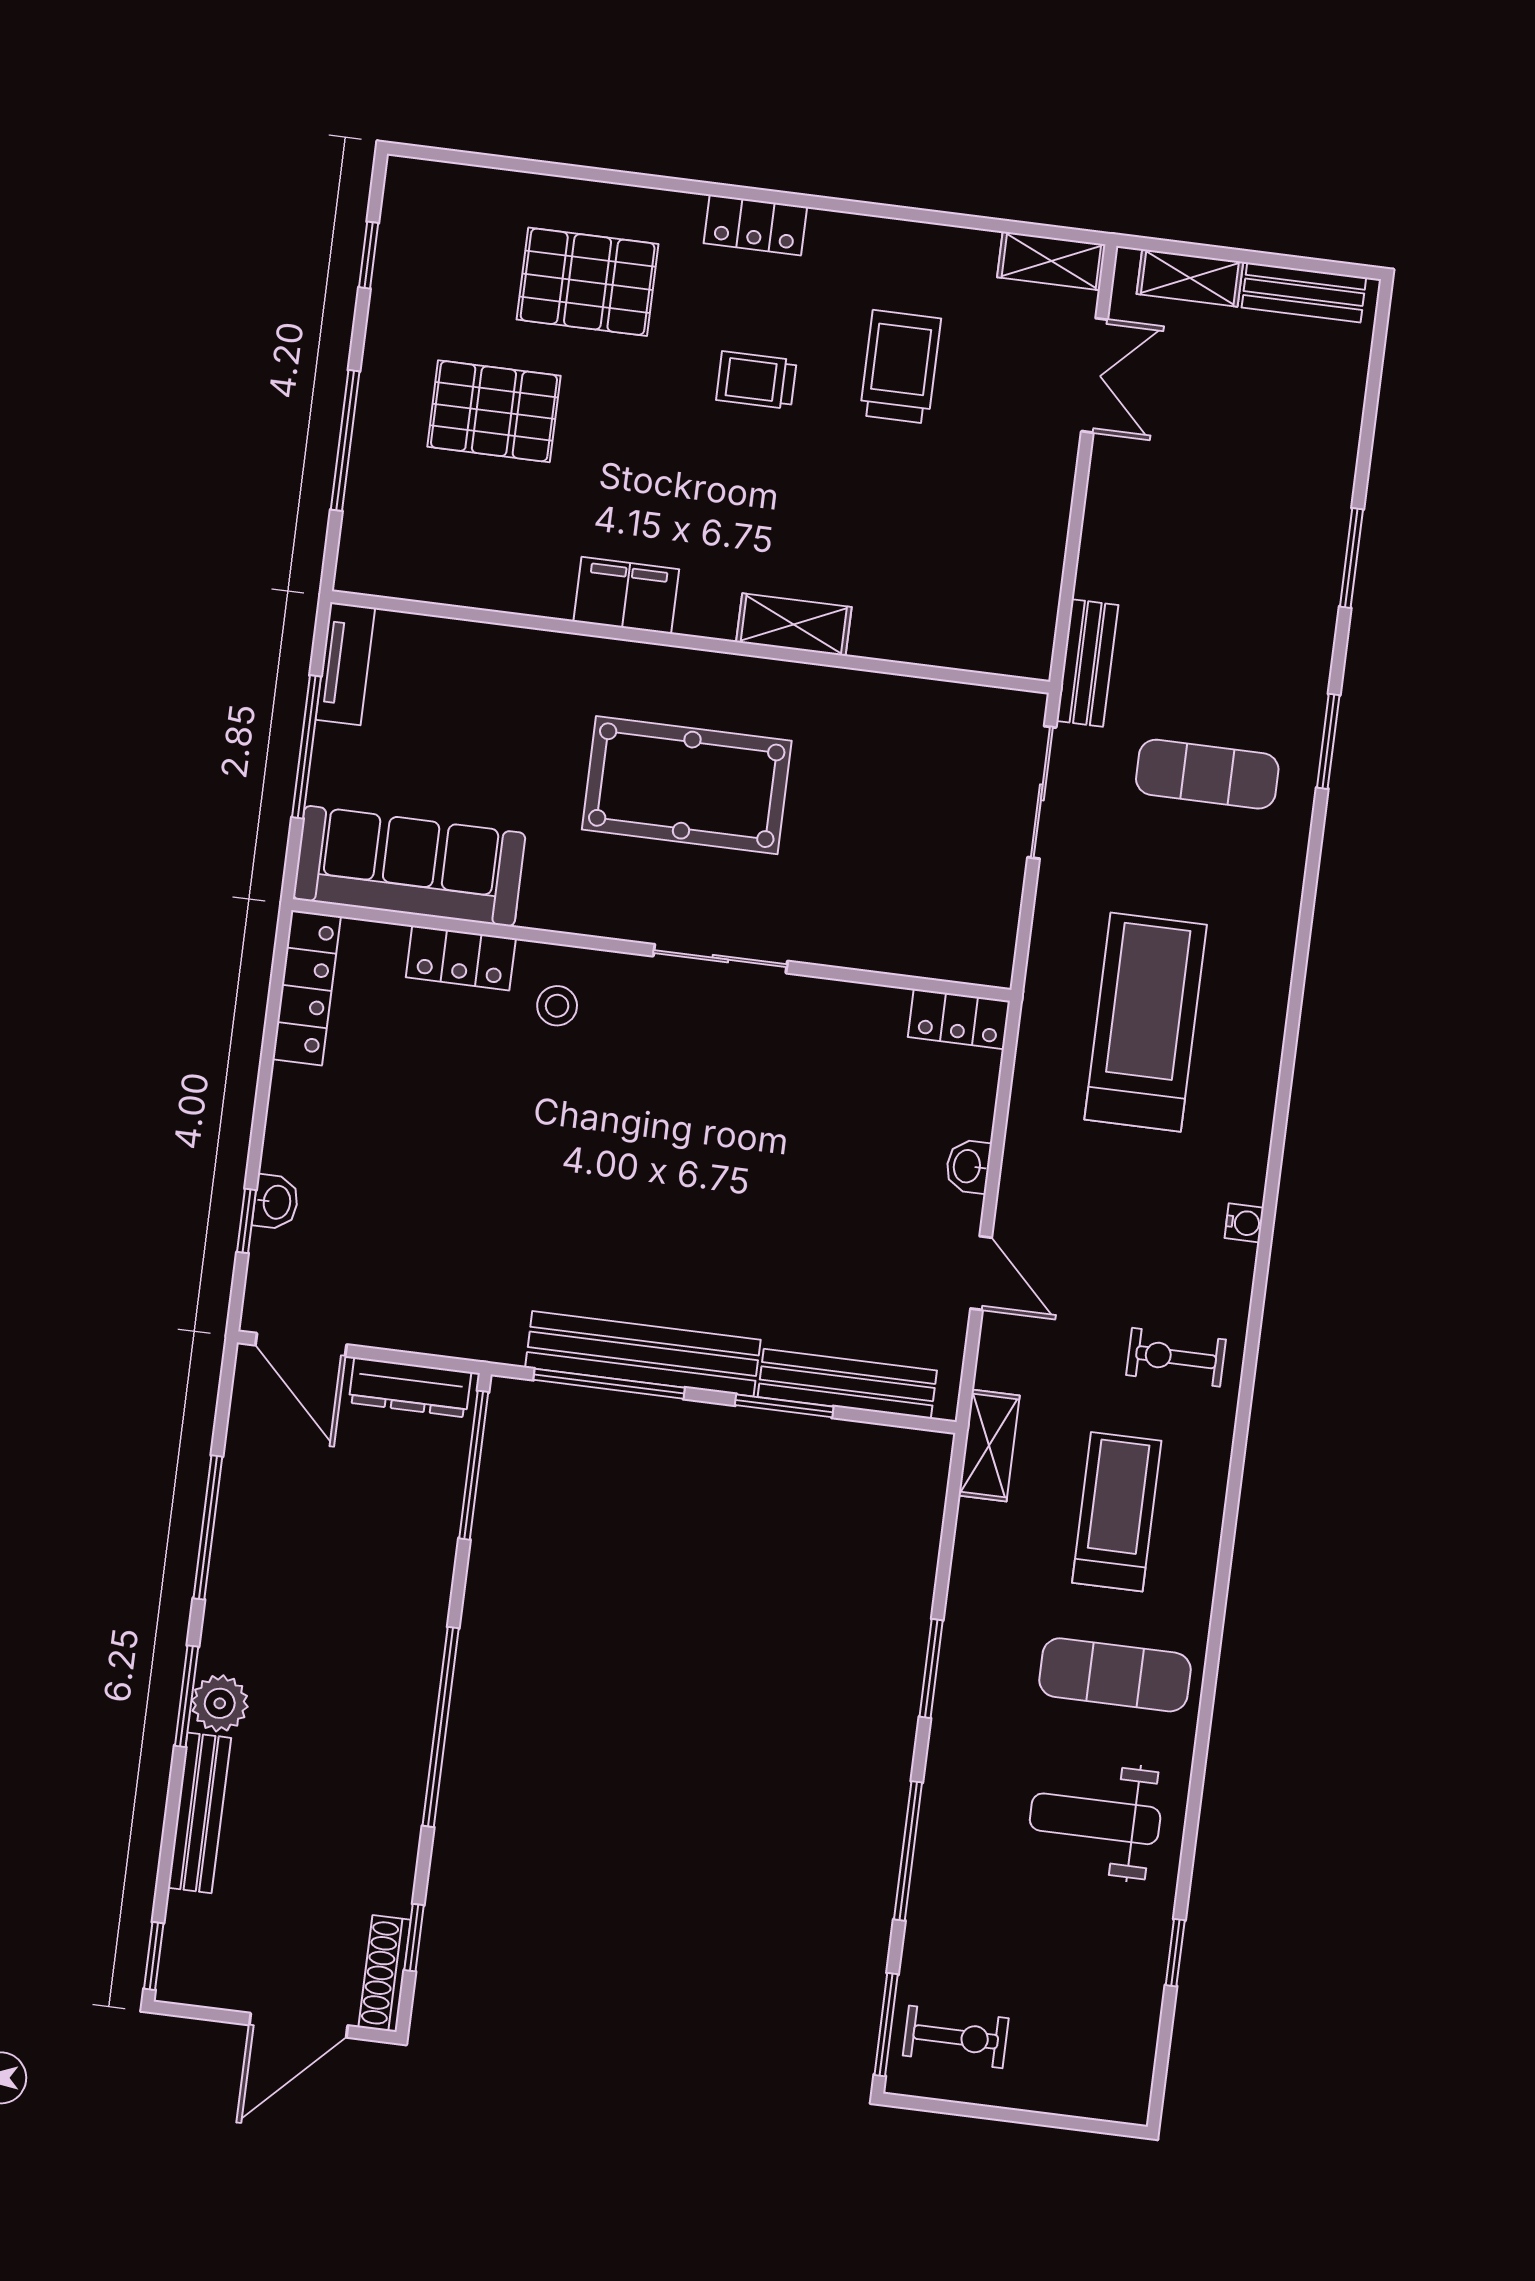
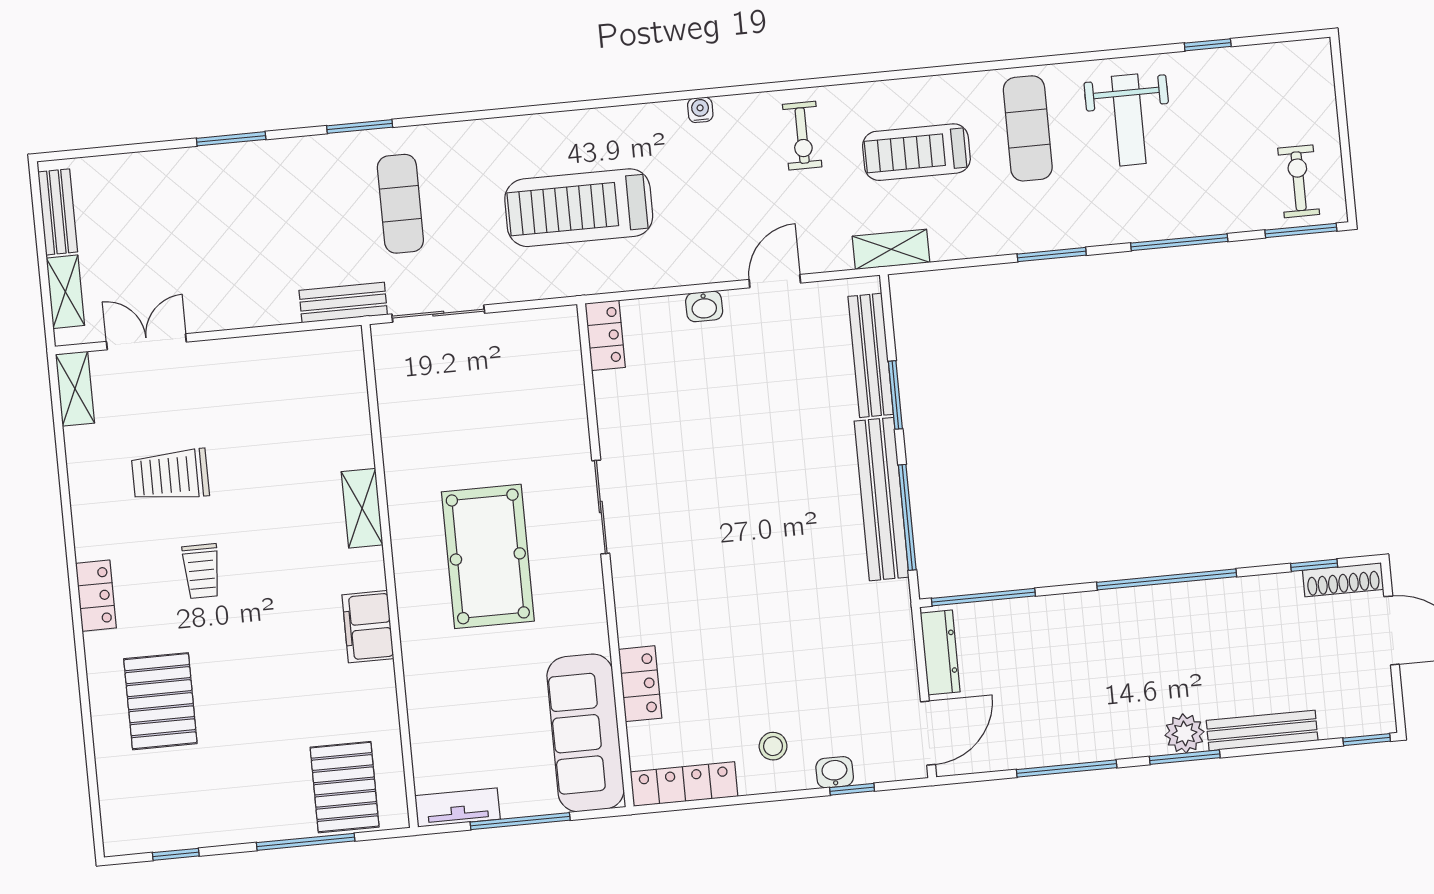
pallet: (494, 411) -> (345, 787), moved
stool: (557, 1006) -> (773, 746), moved

